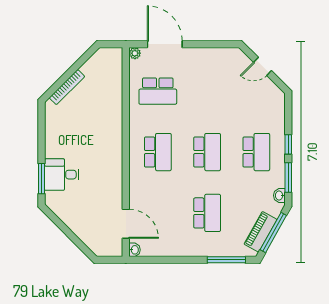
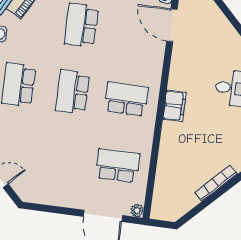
filing cabinet: (114, 152) -> (175, 106), added
school desk: (158, 152) -> (126, 99), turned 90

